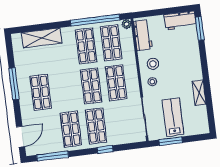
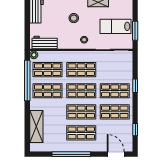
stool: (153, 64) -> (74, 18), moved
window: (14, 84) -> (71, 154), width x1.46
shop shelf: (66, 89) -> (81, 112), added
window: (53, 156) -> (135, 130), width x0.46

